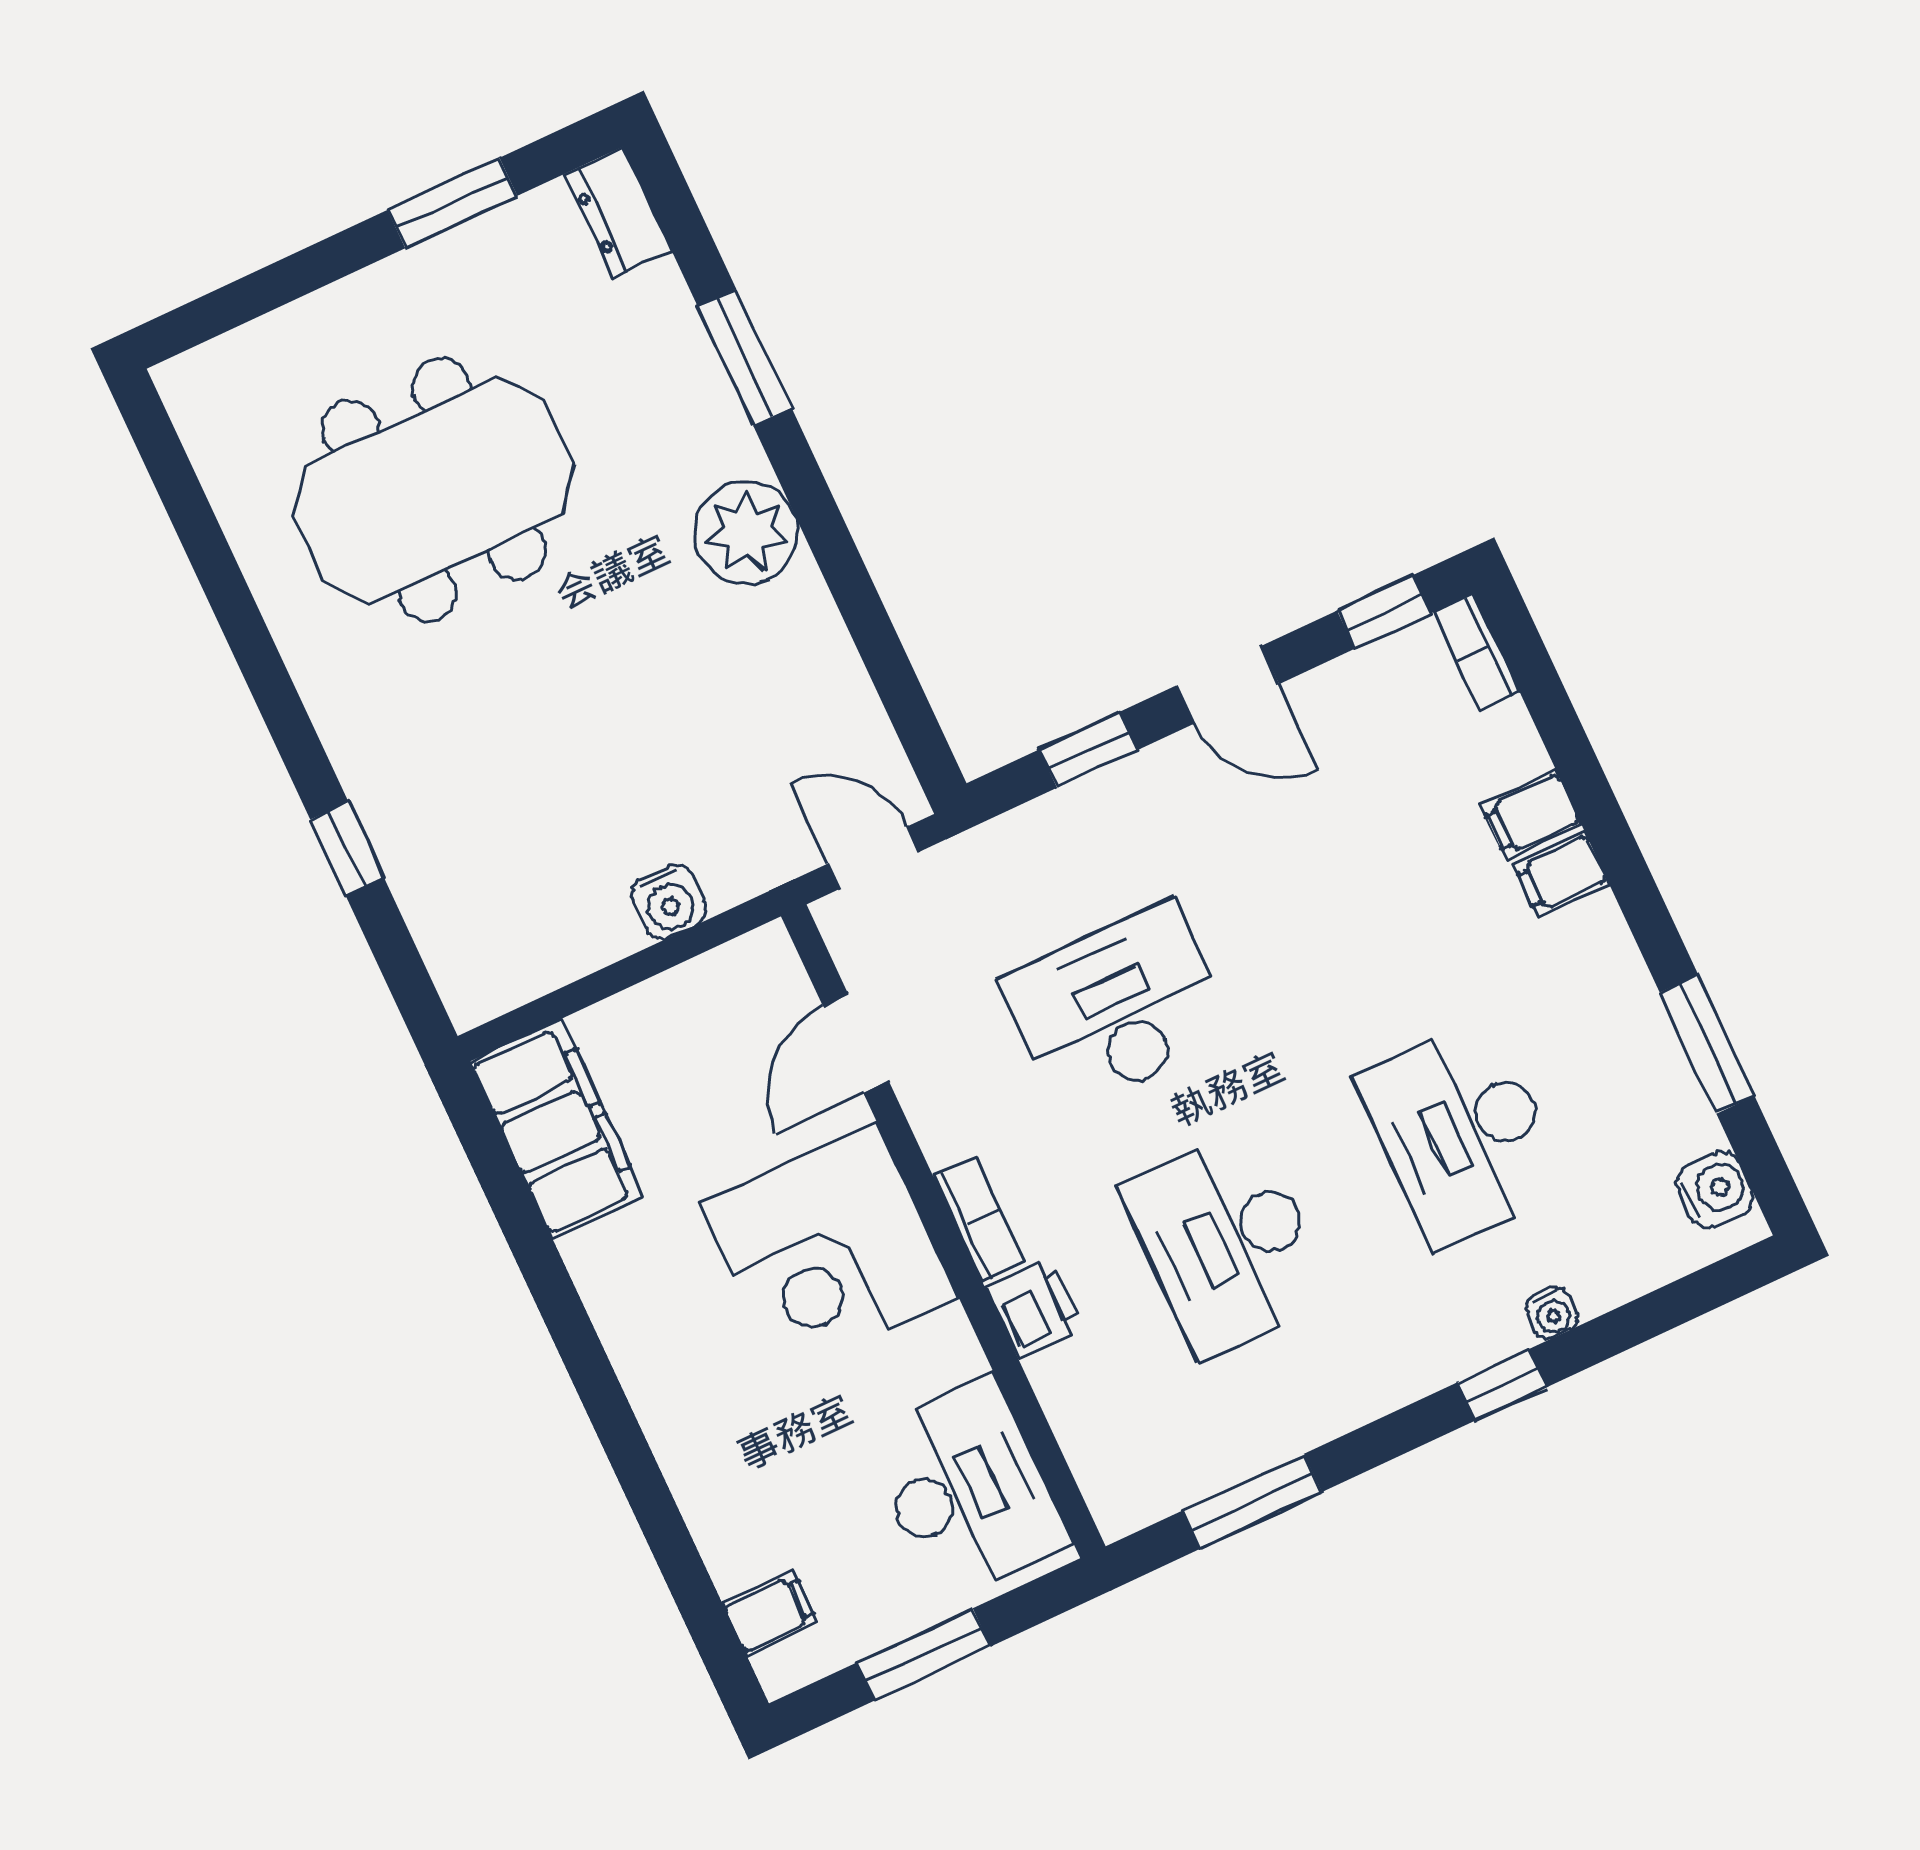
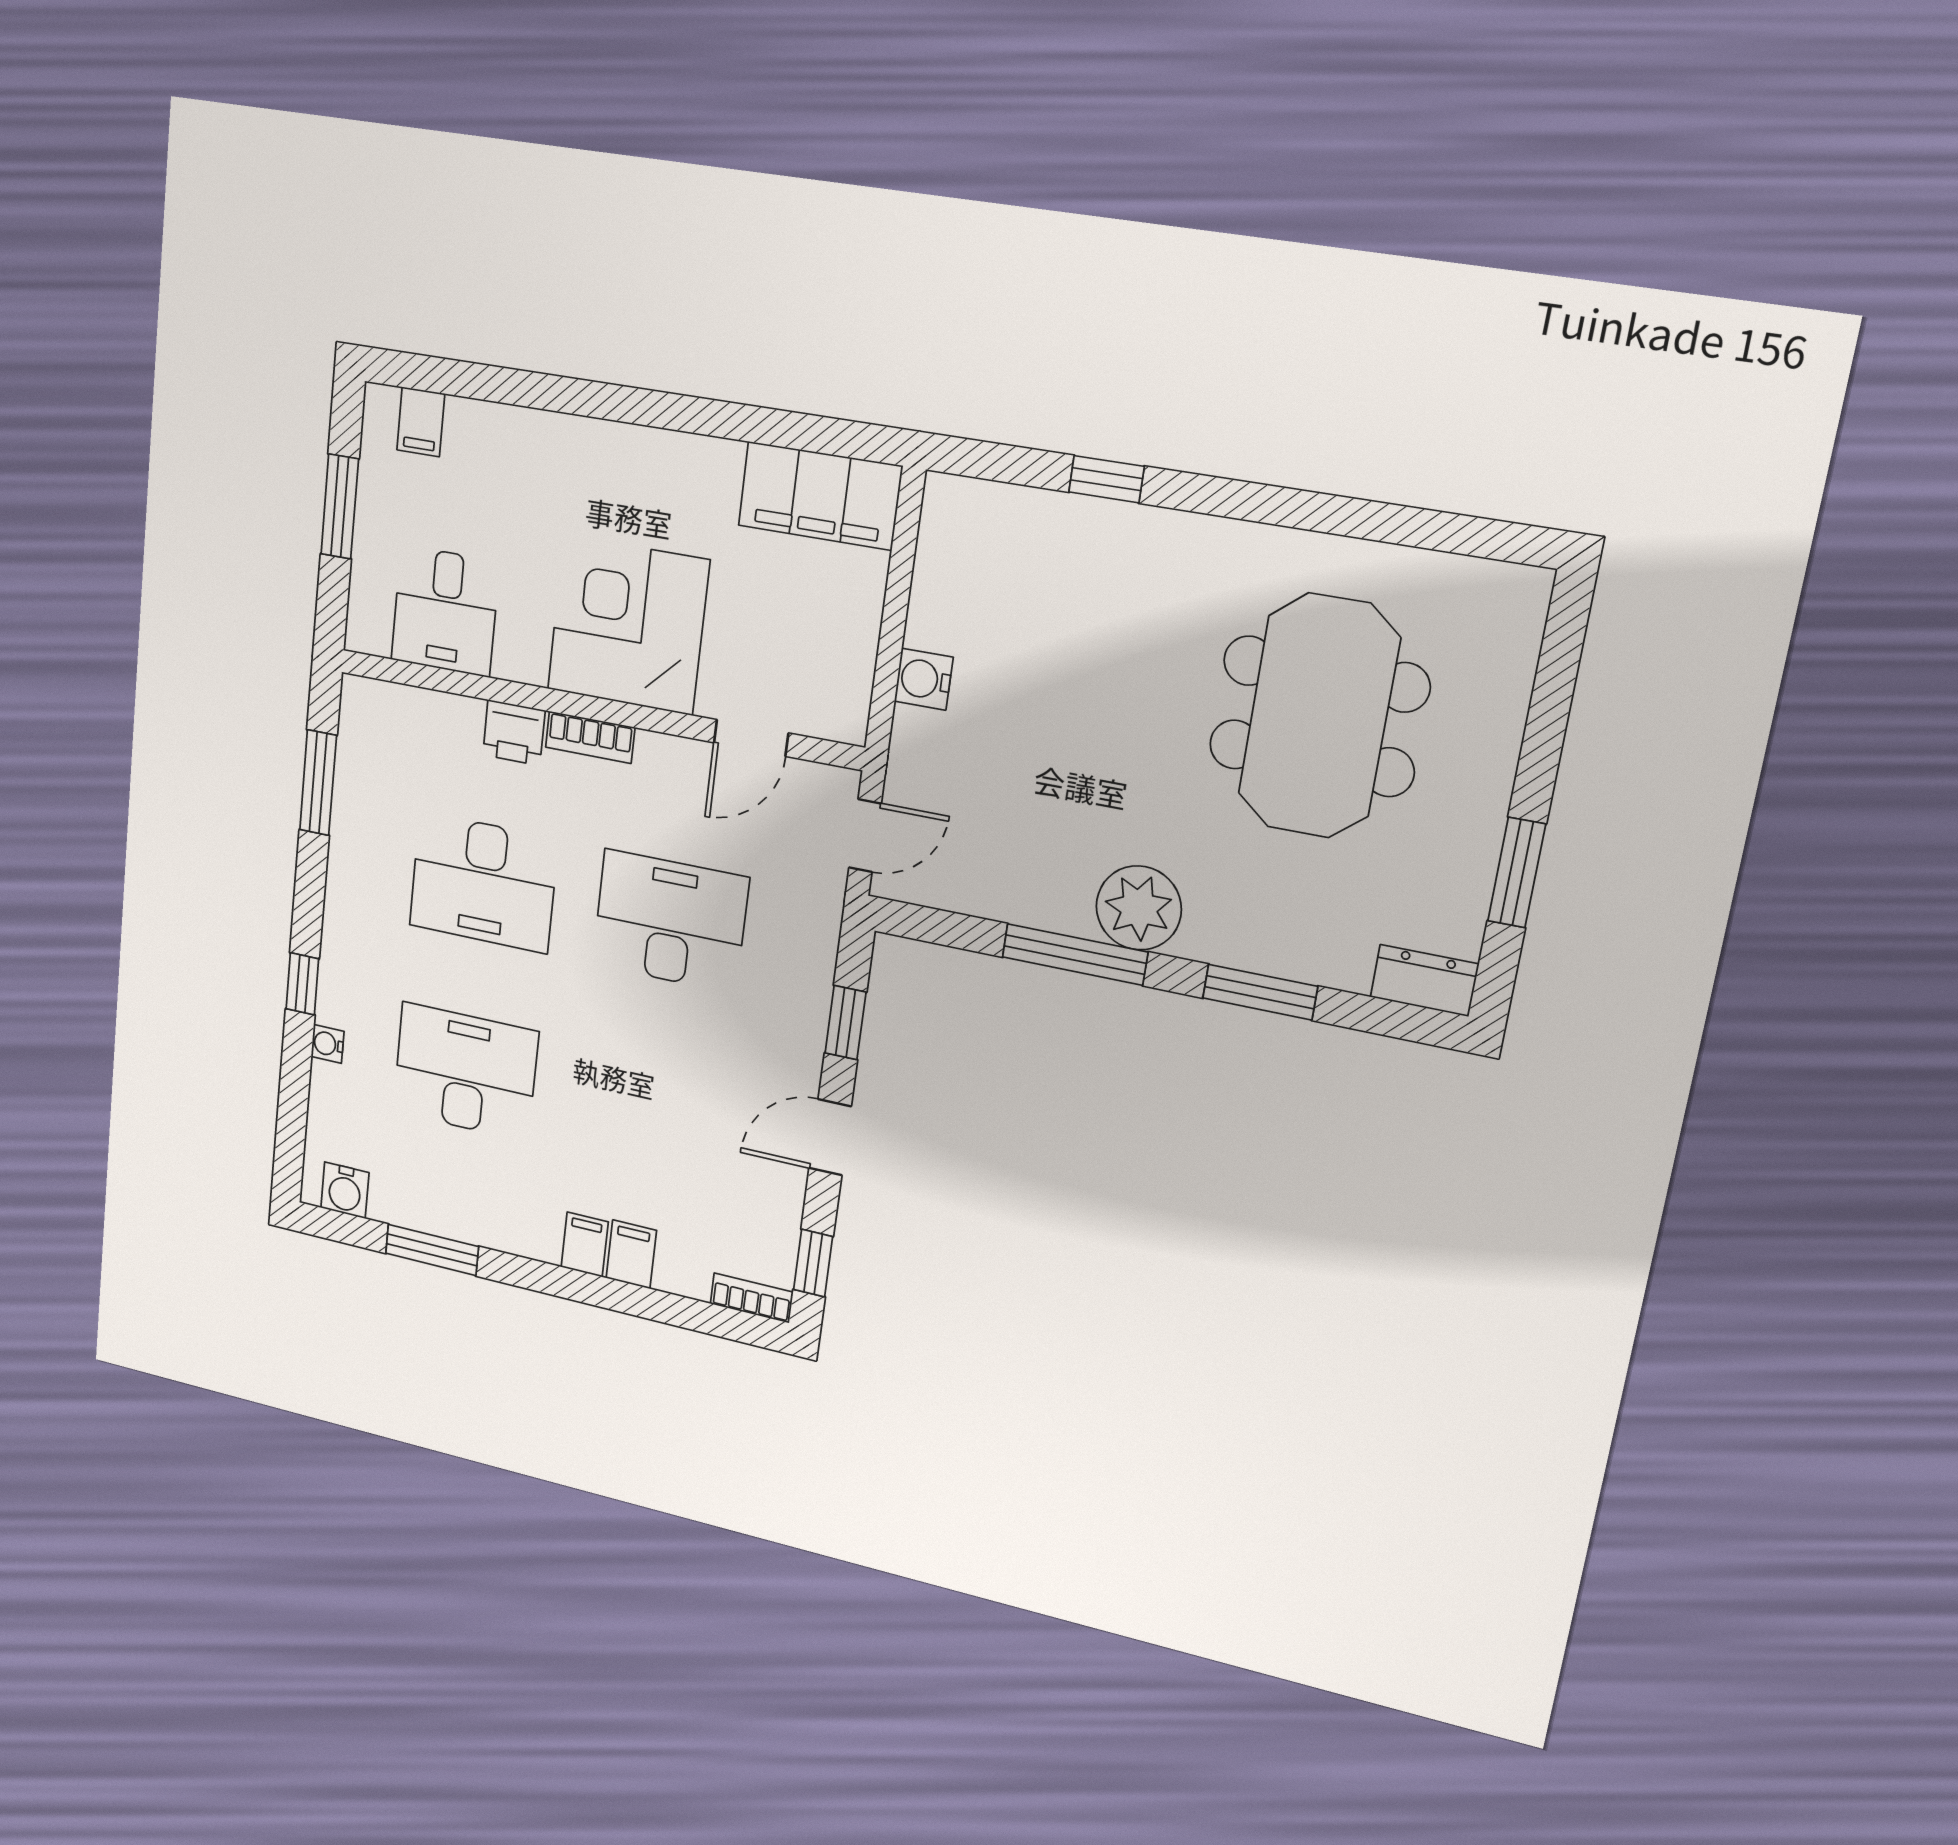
window: (841, 563) -> (1075, 954), added
desk: (1117, 1007) -> (670, 921), turned -90
door: (856, 1044) -> (751, 738), swing flipped
desk: (1227, 1242) -> (483, 882), turned 180
desk: (966, 1489) -> (445, 611), width x0.73

